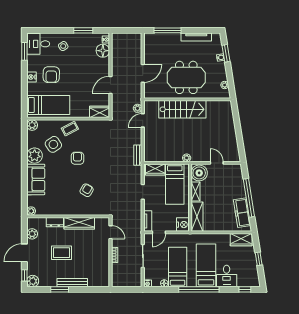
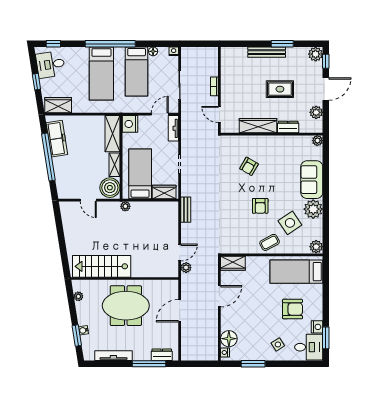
dresser: (157, 38) -> (162, 355), added
armchair: (51, 75) -> (293, 309), turned 89
nightstand: (31, 77) -> (317, 327), moved
stairs: (182, 109) -> (102, 266), moved
desk: (227, 276) -> (50, 64), moved, turned -99

